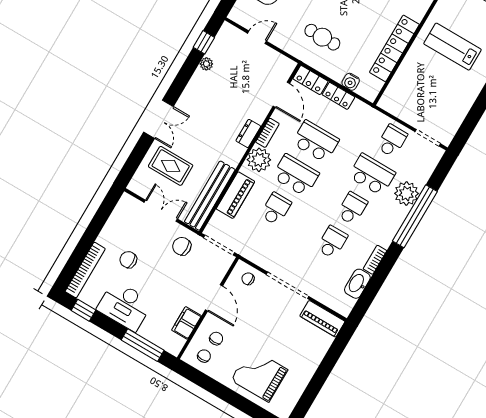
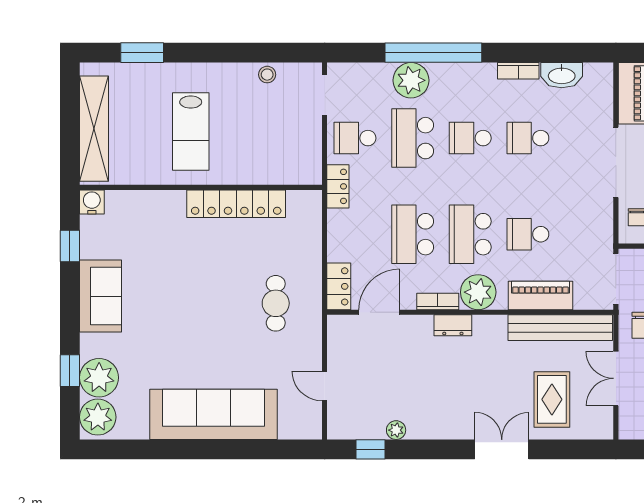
water cooler: (351, 82) -> (311, 234), removed
locker: (338, 96) -> (338, 186), moved
stool: (459, 111) -> (267, 75), added

